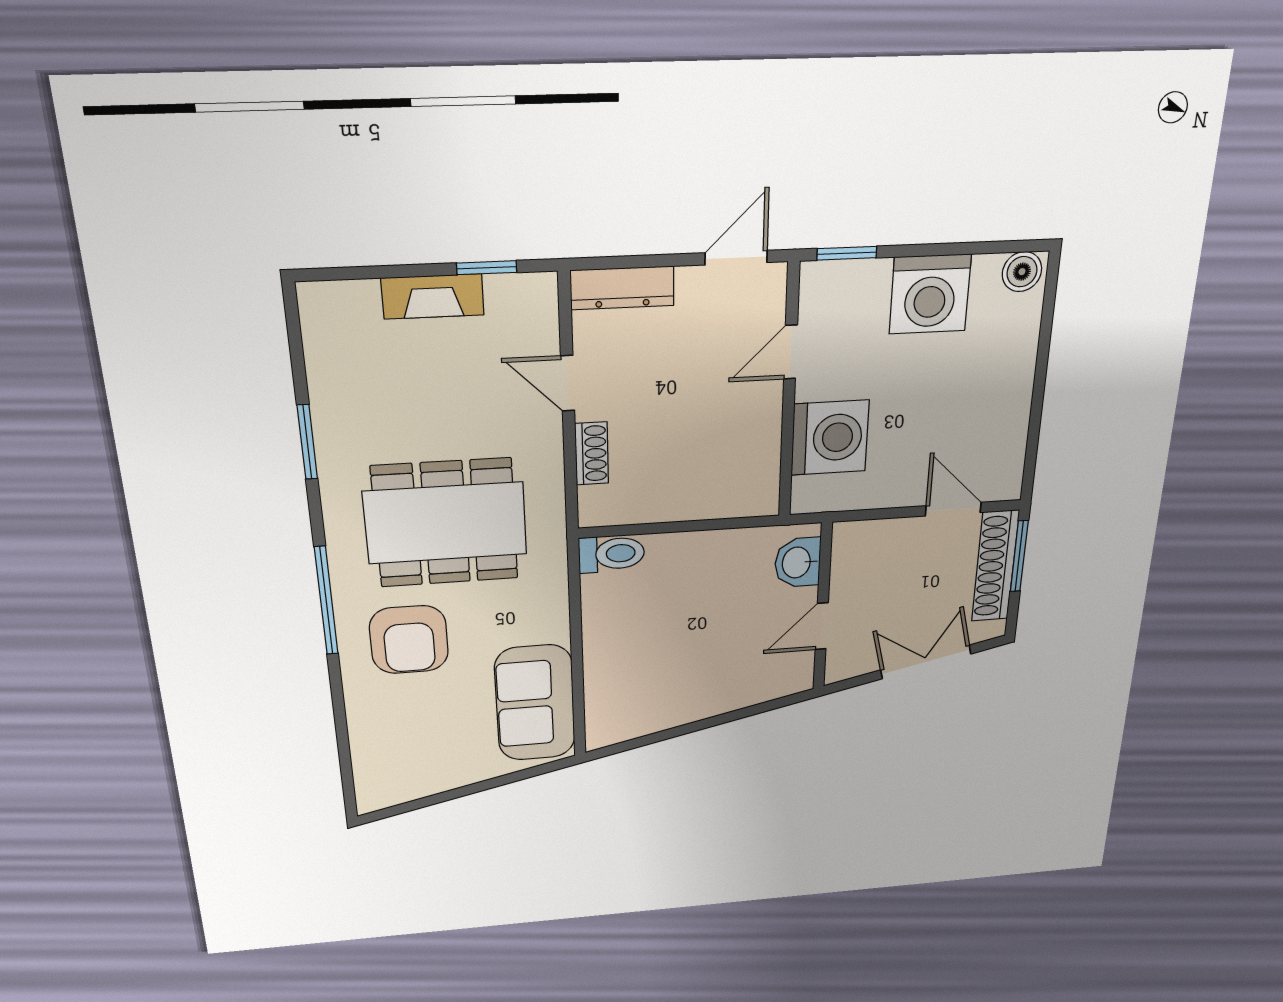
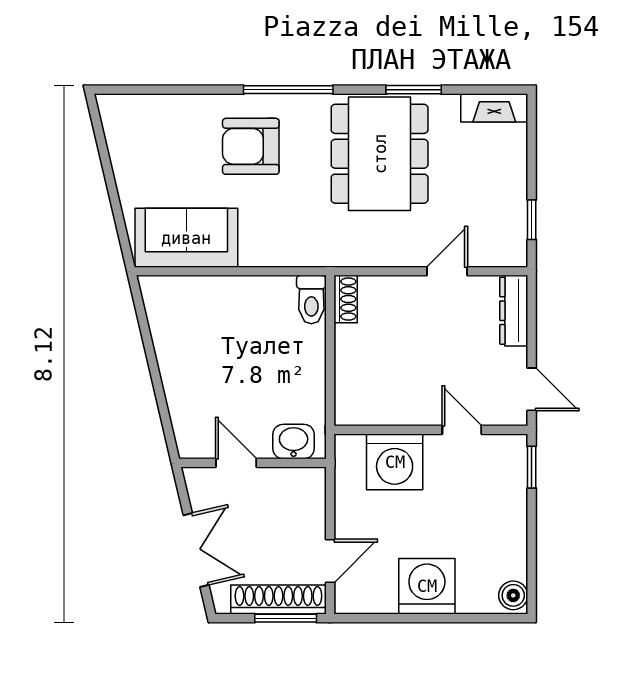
washing machine: (930, 294) -> (427, 586), moved, turned 90
fireplace: (433, 297) -> (494, 108), moved, turned -90
shoe rack: (592, 454) -> (346, 299), moved, turned -90
dining table: (446, 523) -> (380, 154), moved

